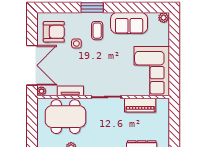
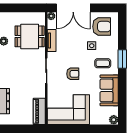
armchair: (54, 32) -> (102, 27), turned -90
armchair: (110, 66) -> (73, 74), added
piano: (140, 105) -> (39, 111), moved
dining table: (66, 117) -> (30, 36), width x0.73

